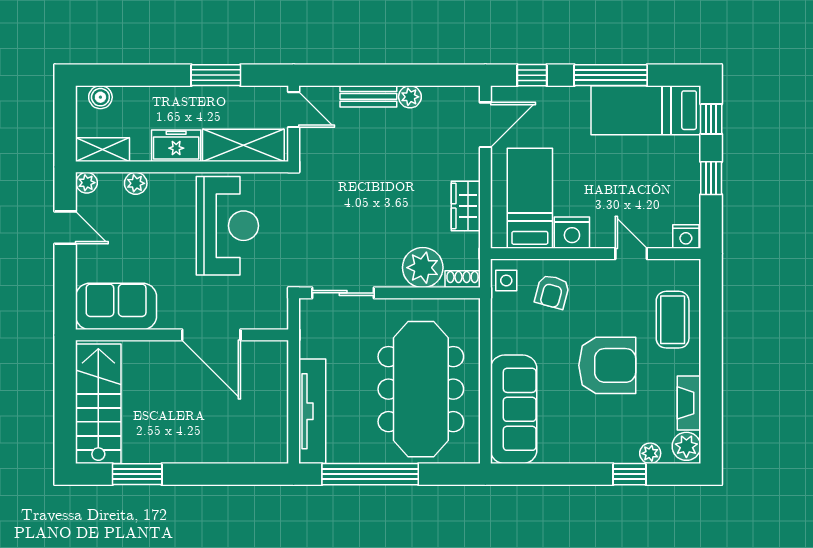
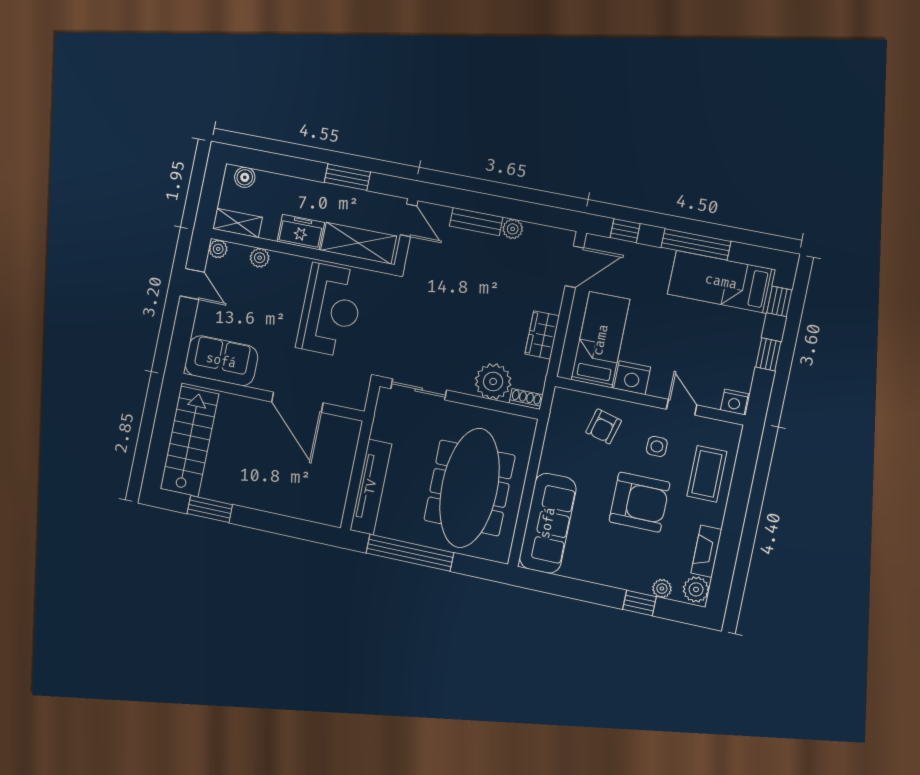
side table: (506, 280) -> (657, 446), moved

